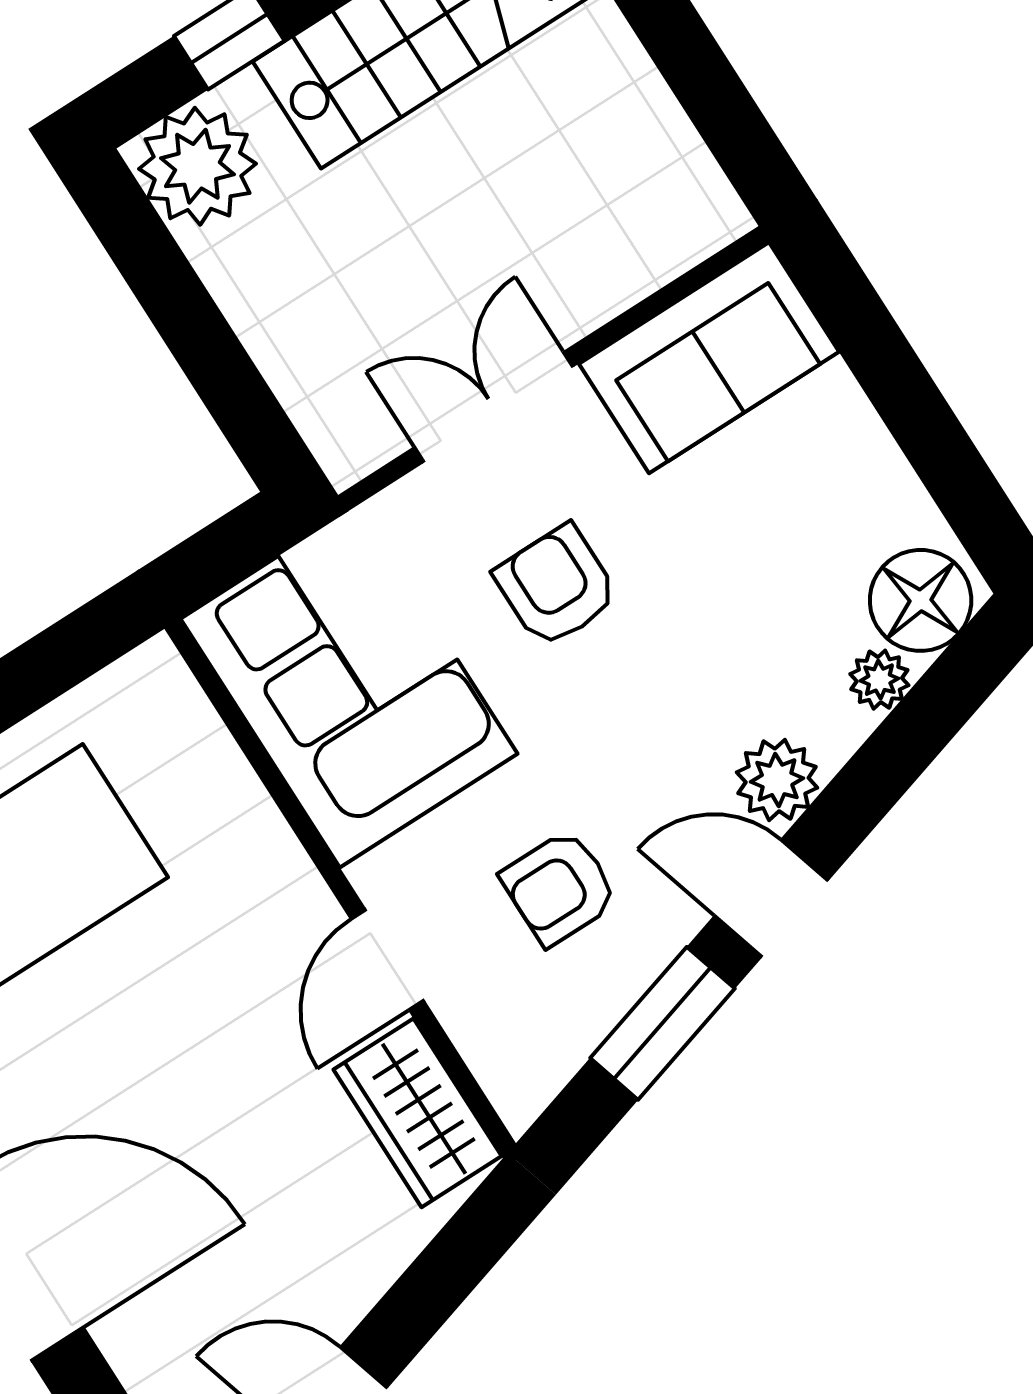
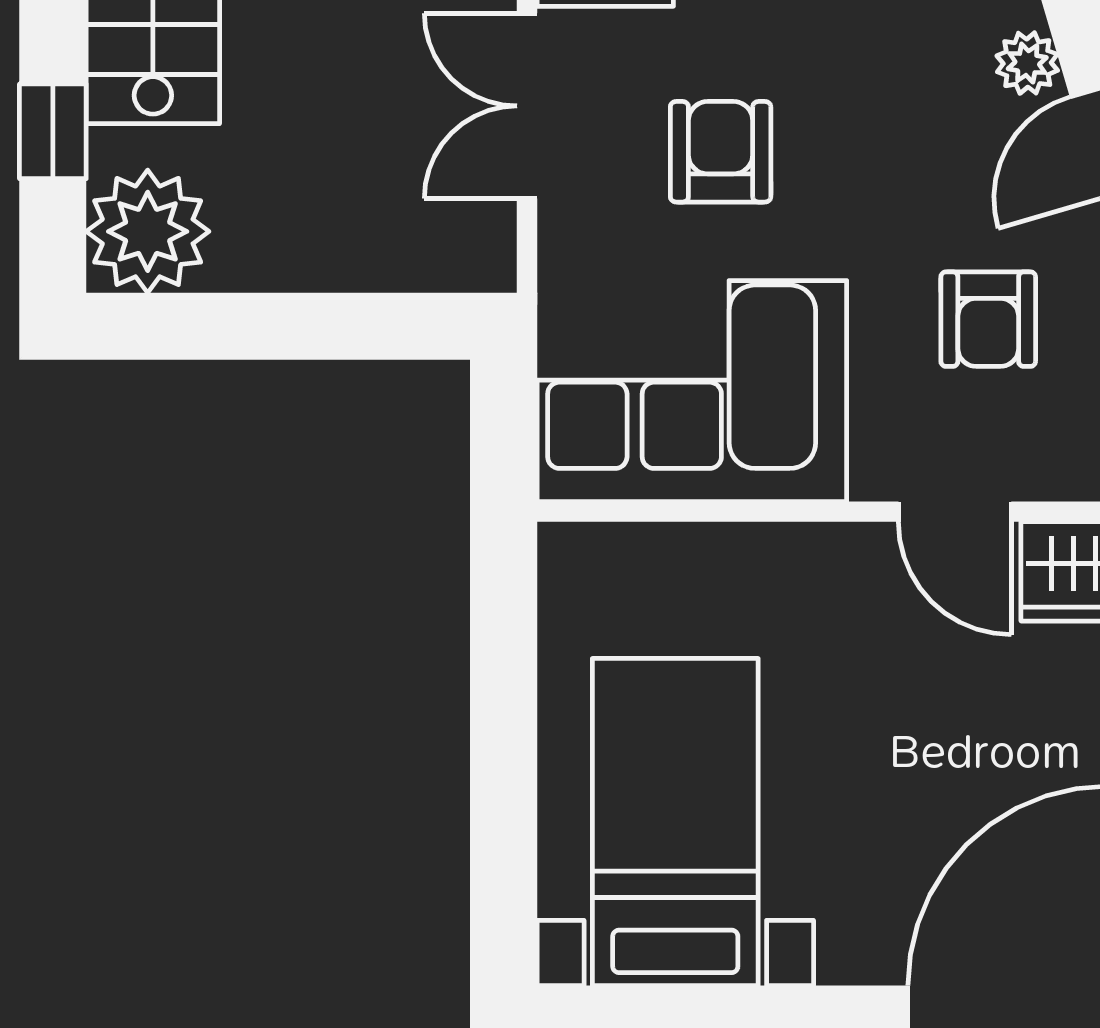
armchair: (556, 586) -> (721, 152), turned 90
plant: (777, 780) -> (1027, 63), width x0.73, depth x0.73

